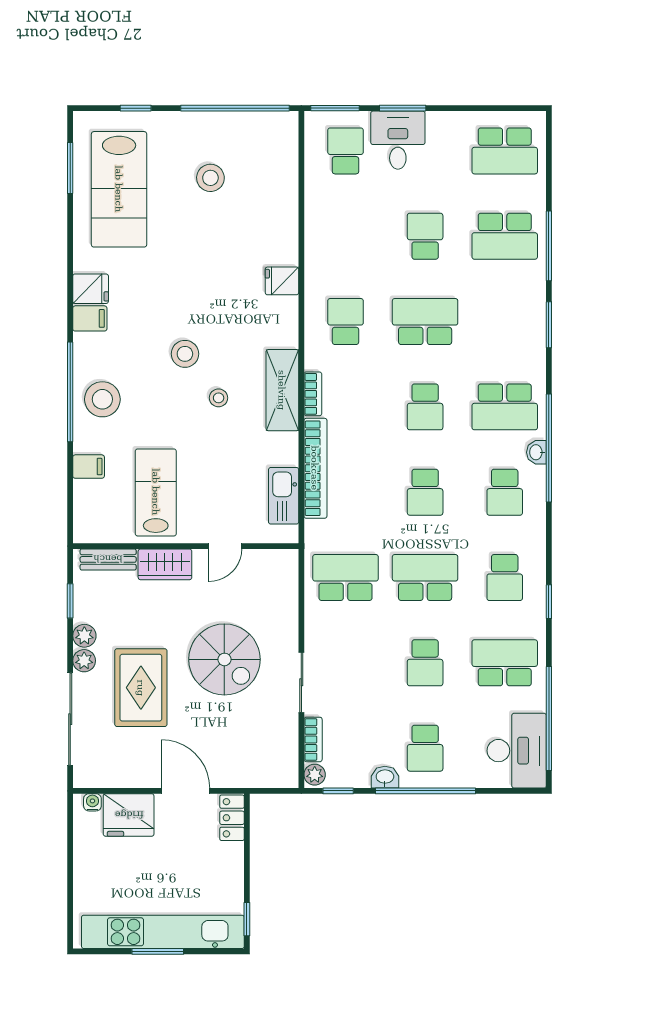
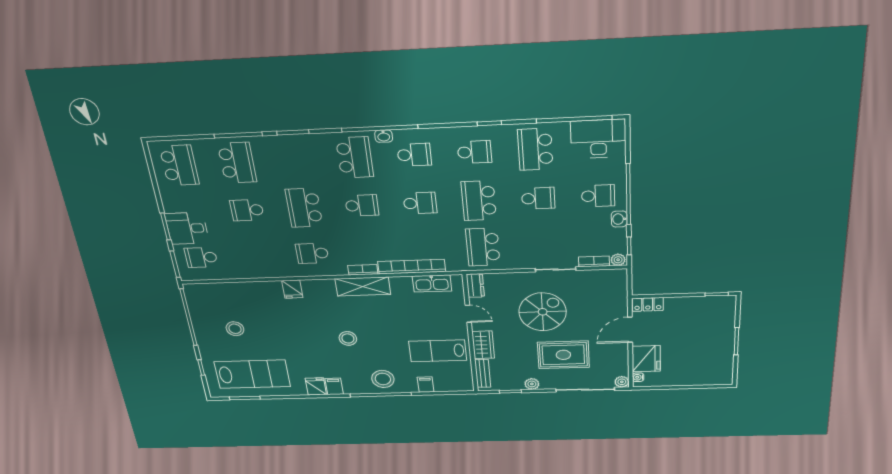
stool: (219, 398) -> (373, 320), removed
dresser: (277, 561) -> (475, 286), added
plant: (84, 661) -> (622, 382), moved
kitchen unit: (163, 932) -> (724, 339), removed

